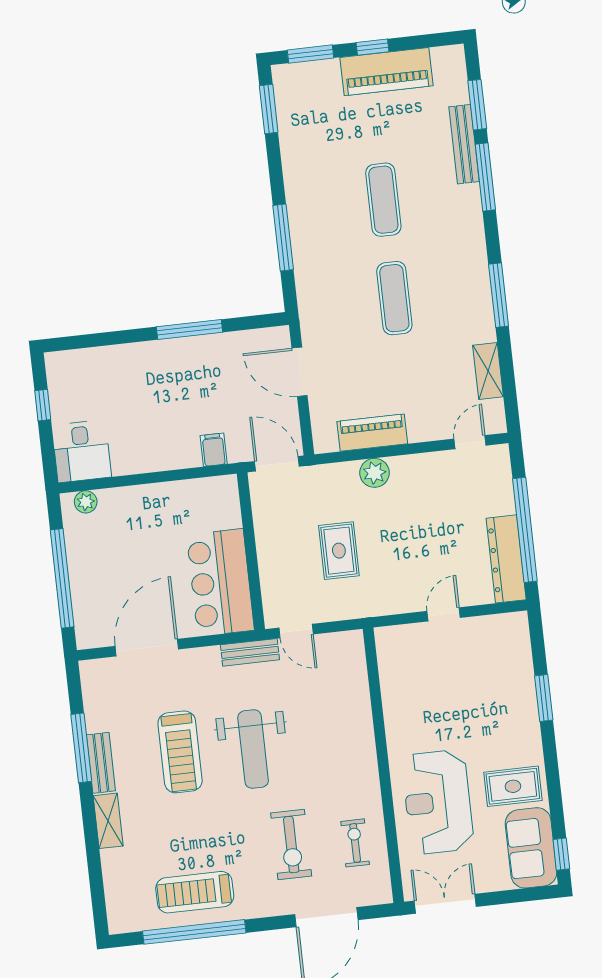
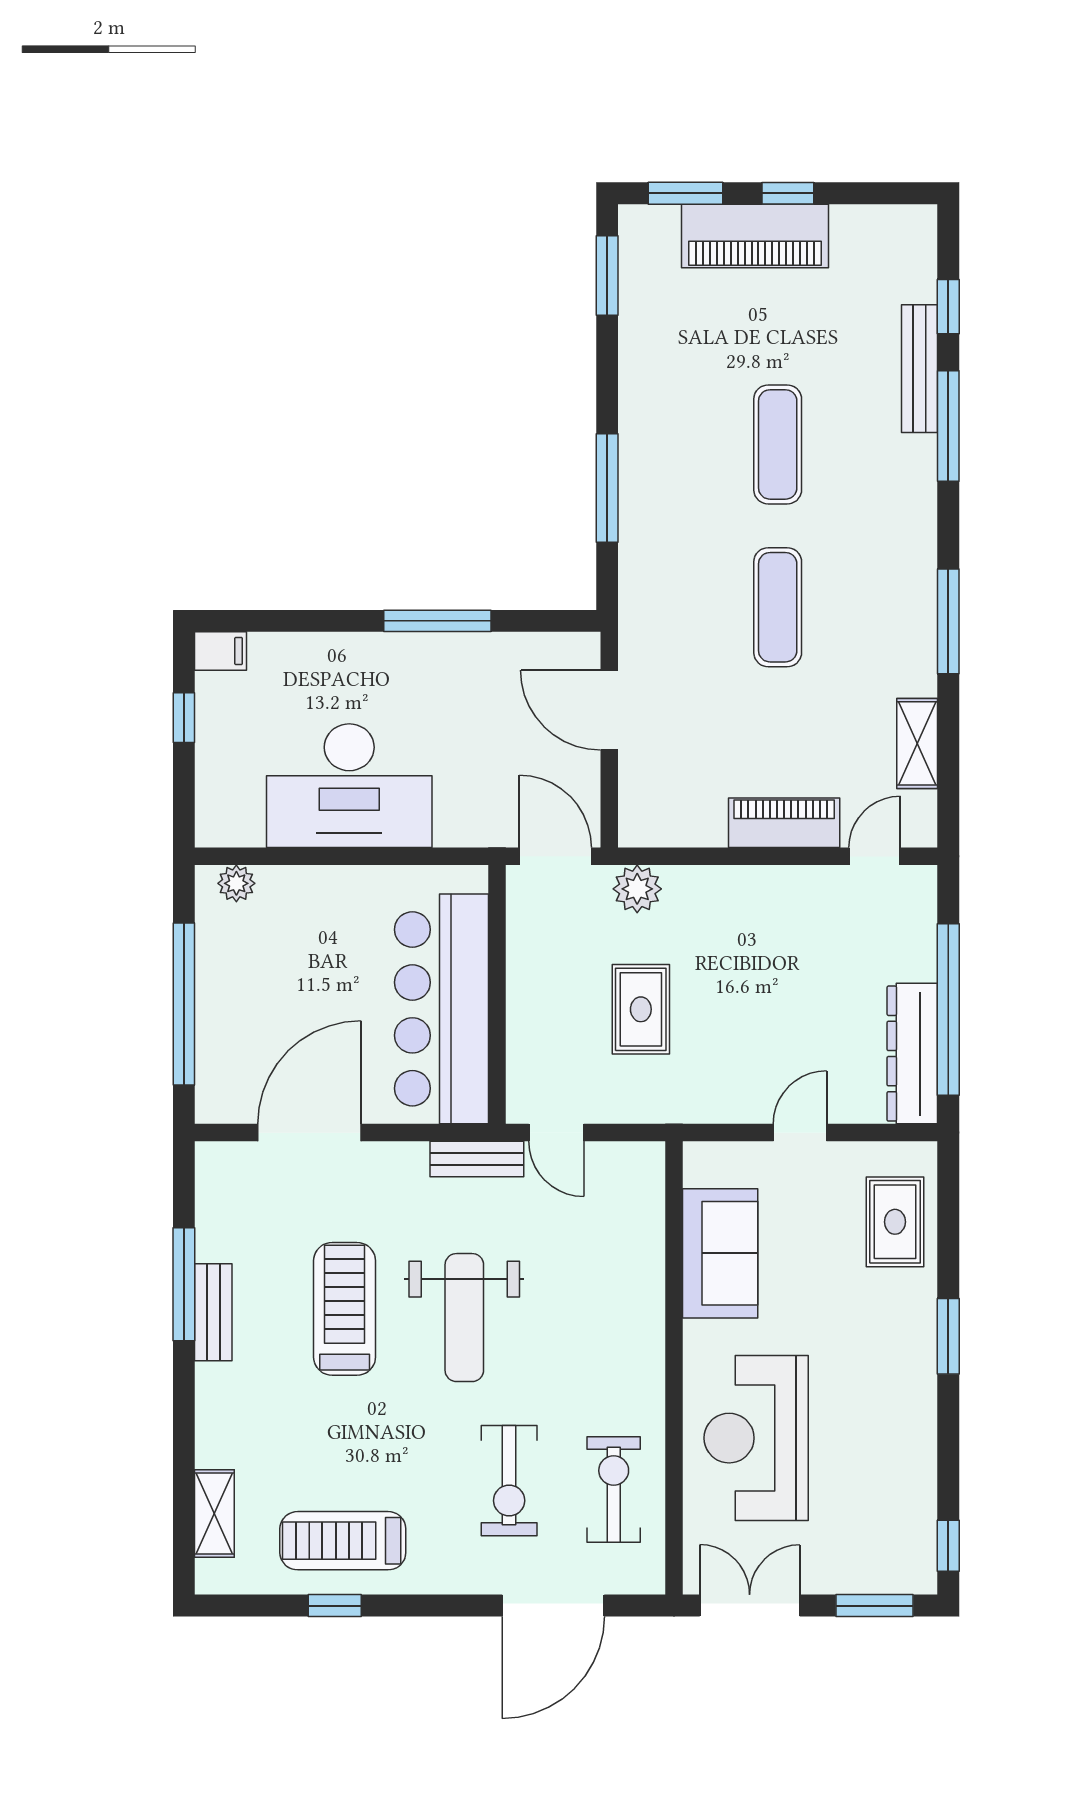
piano: (387, 72) -> (755, 236), moved
window: (477, 105) -> (948, 307), width x0.67
piano: (372, 433) -> (784, 823), moved
filing cabinet: (214, 450) -> (220, 651), moved, turned 90
desk: (82, 451) -> (349, 786), moved, width x1.87, depth x1.30
plant: (375, 473) -> (637, 889), moved
bar counter: (220, 582) -> (441, 1009), width x1.36
window: (544, 698) -> (948, 1336), moved
treadmill: (180, 752) -> (345, 1309), turned 180
rug: (513, 786) -> (895, 1222), moved, turned 90
shelving: (108, 821) -> (214, 1513), moved
exercise bike: (355, 843) -> (614, 1490), width x1.38, depth x1.39
sofa: (531, 848) -> (720, 1253), moved, turned 180
window: (521, 895) -> (875, 1606), added
window: (194, 932) -> (335, 1606), width x0.32

